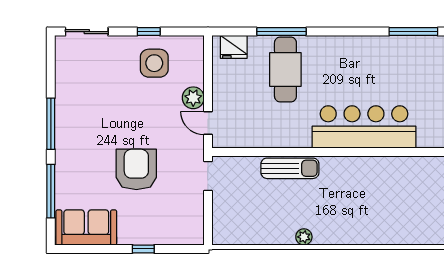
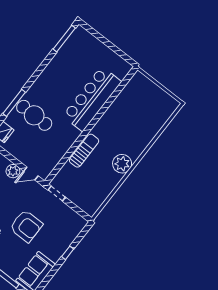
armchair: (136, 169) -> (26, 226), turned 180
plant: (304, 237) -> (122, 164), width x1.88, depth x1.88

